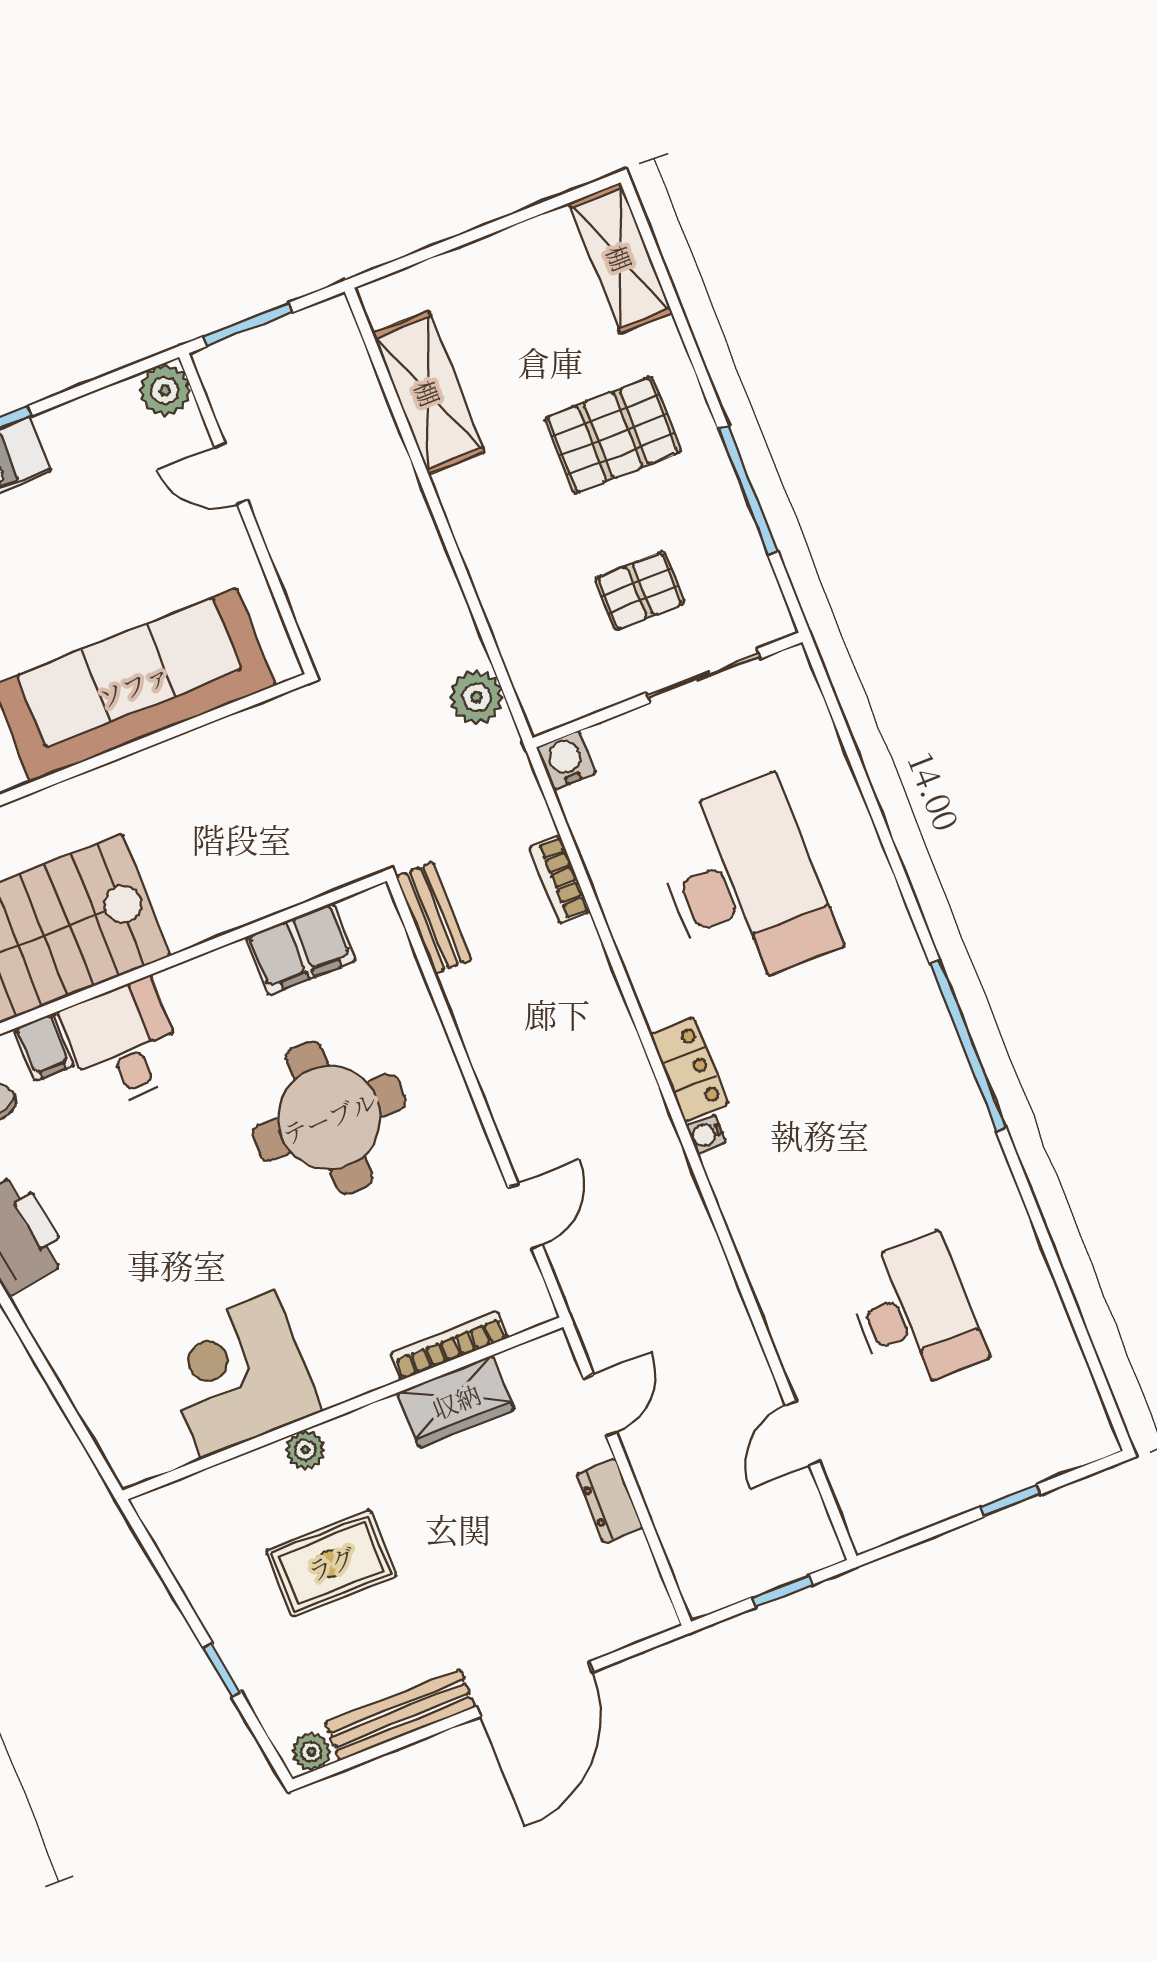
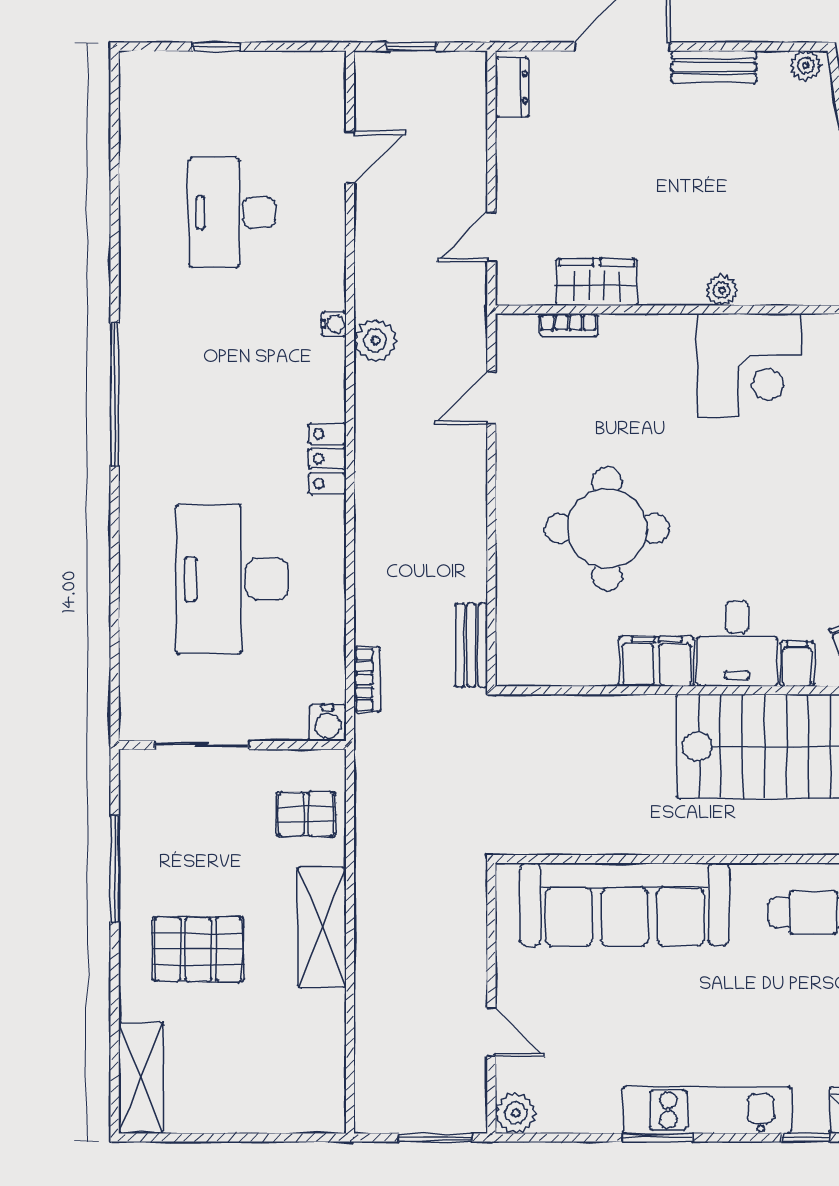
shelving: (428, 393) -> (322, 927), moved
pallet: (640, 591) -> (306, 814), moved
plant: (477, 697) -> (375, 340), moved
bookcase: (560, 879) -> (367, 680), moved
filing cabinet: (301, 949) -> (657, 661), moved
water cooler: (706, 1134) -> (334, 324), moved
bookcase: (449, 1345) -> (569, 325), width x0.64
dresser: (610, 1501) -> (512, 87), moved
rug: (331, 1563) -> (736, 199), removed
bench: (400, 1715) -> (714, 67), width x0.73

